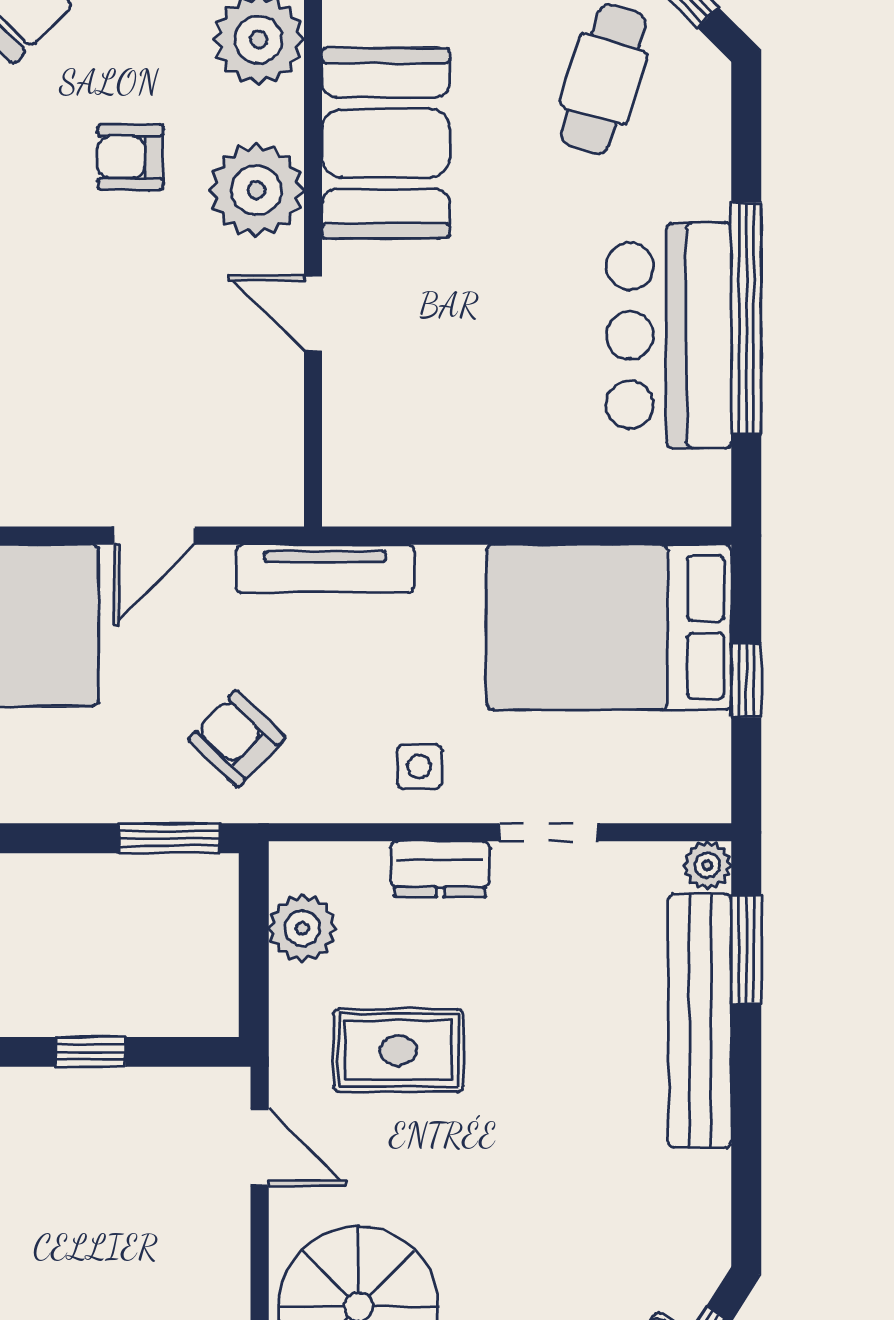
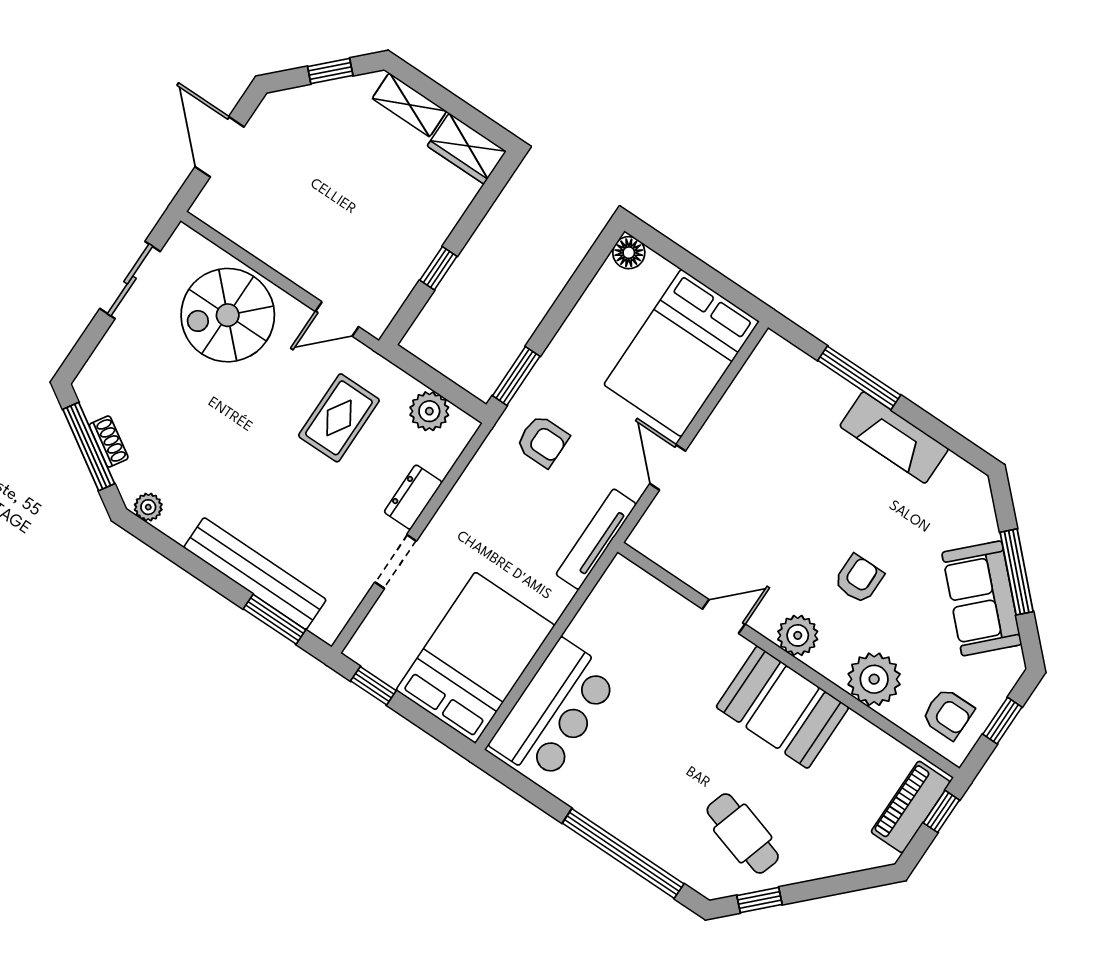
plant: (257, 190) -> (798, 635), width x0.73, depth x0.73
window: (746, 318) -> (623, 853), moved
bar counter: (669, 335) -> (554, 711), moved, turned 90
window: (746, 680) -> (373, 686), moved
armchair: (237, 739) -> (543, 441), turned 46
side table: (419, 767) -> (469, 520), removed
plant: (707, 865) -> (148, 507), moved

